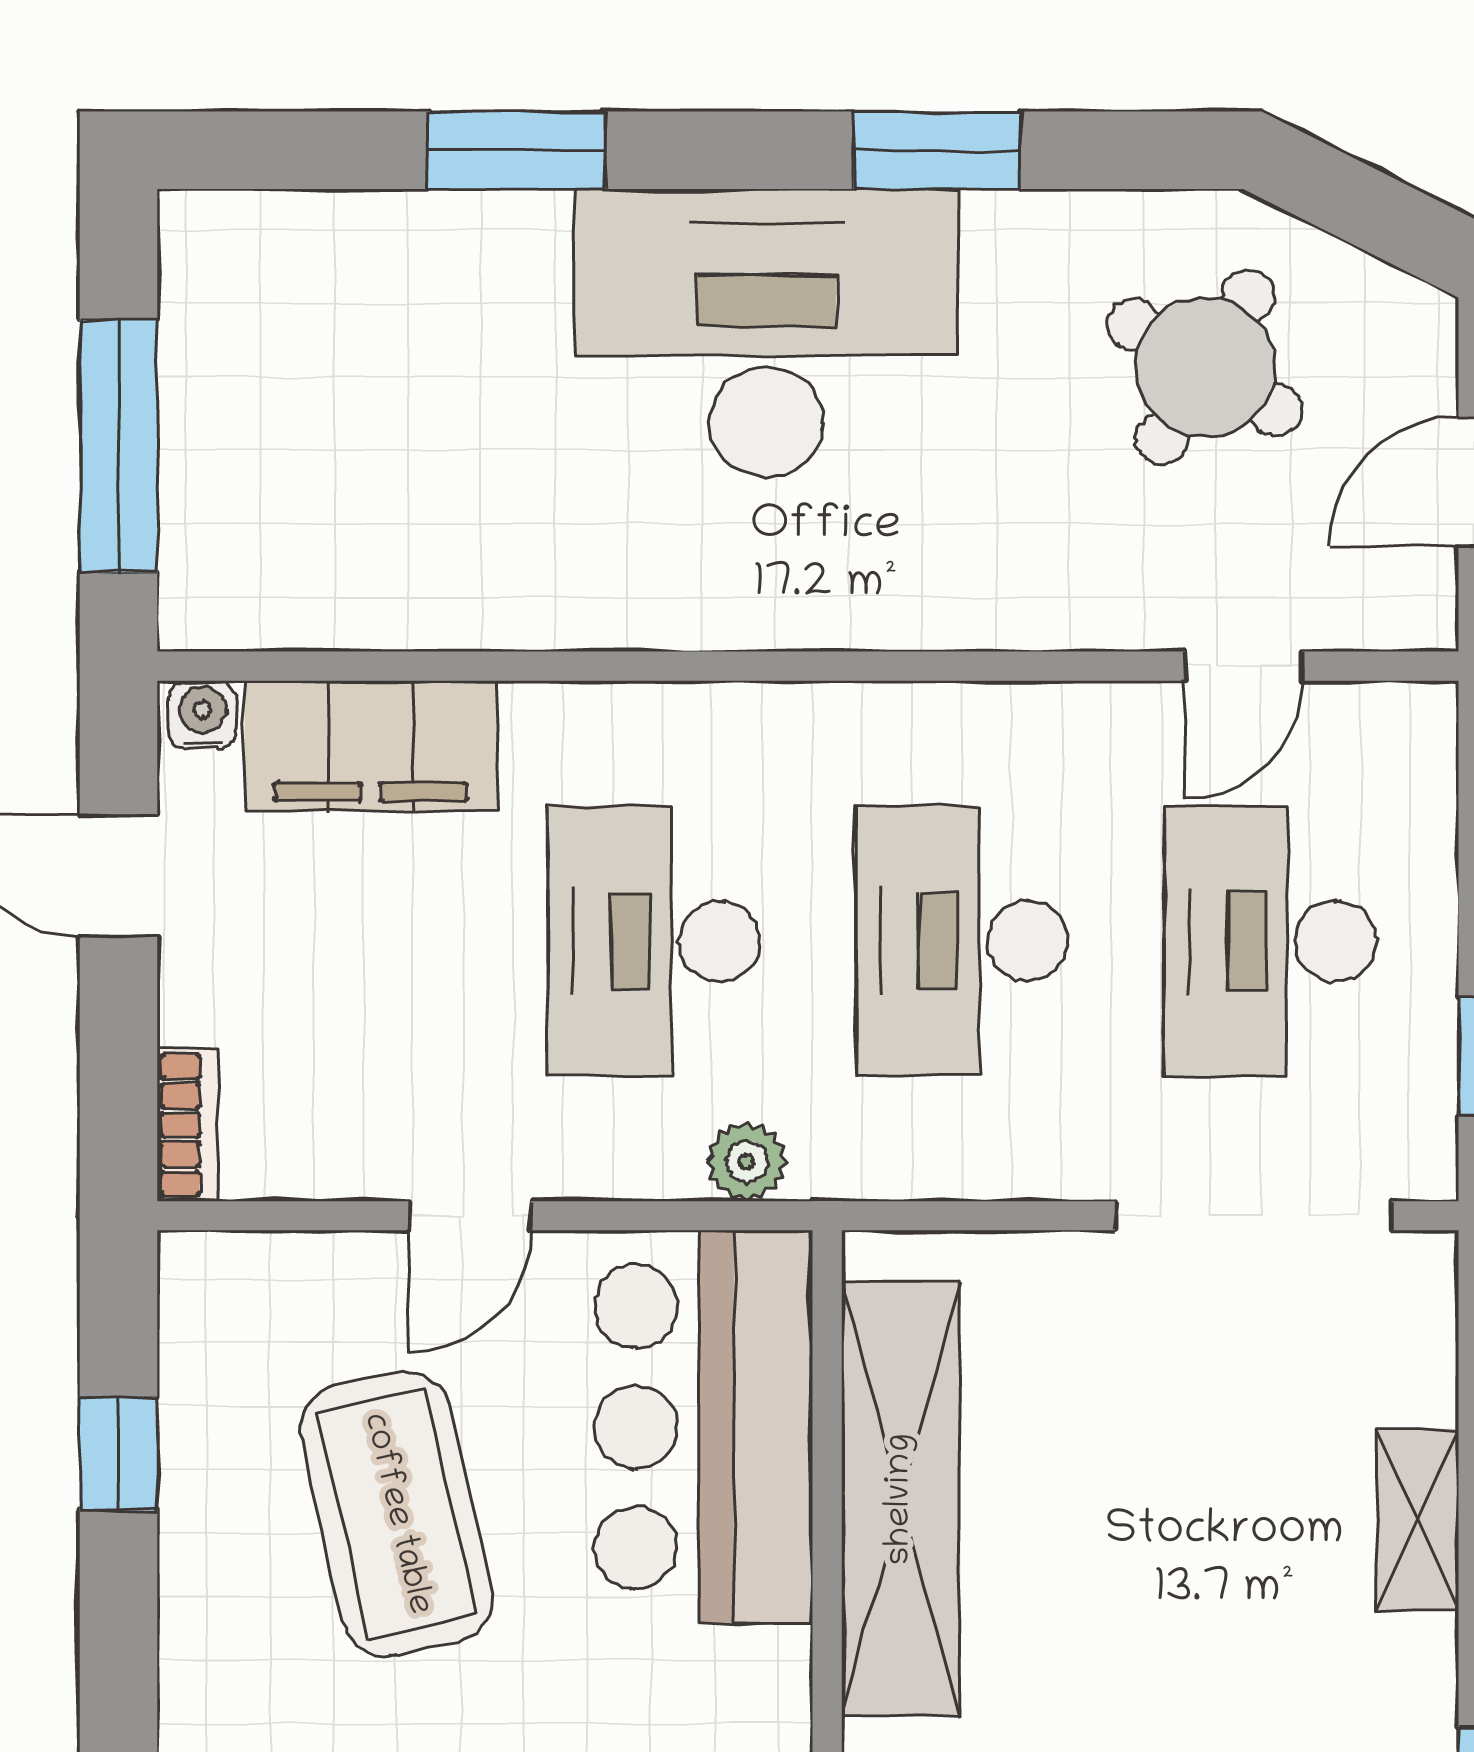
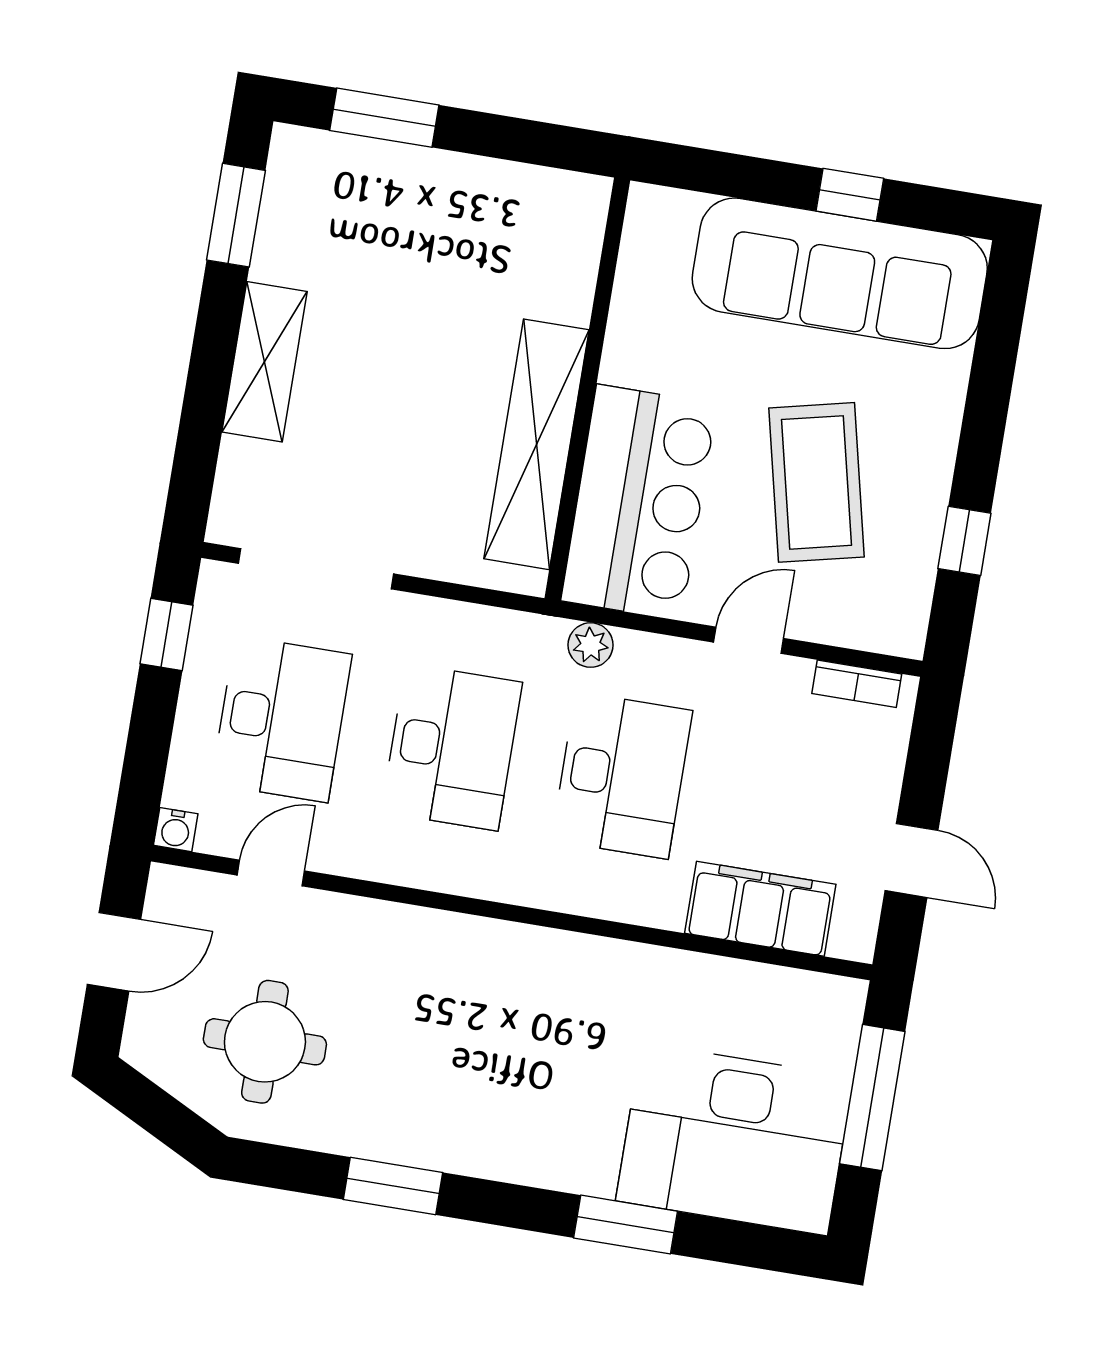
desk: (766, 333) -> (735, 1139), moved
round table: (1205, 367) -> (265, 1042), turned -31
water cooler: (202, 715) -> (176, 830), moved
bookcase: (188, 1125) -> (857, 684), moved, turned -90
shelving: (1418, 1520) -> (265, 362), width x1.50, depth x1.33

